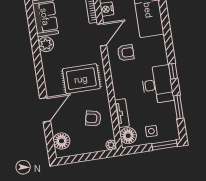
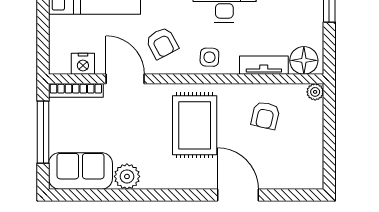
armchair: (126, 53) -> (162, 43), turned 152
side table: (151, 131) -> (209, 57), moved
floor lamp: (62, 141) -> (295, 175), removed

